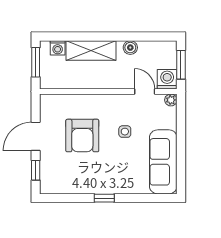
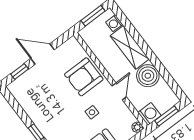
boiler: (130, 48) -> (148, 76), width x1.86, depth x1.86
door: (145, 91) -> (119, 91), moved
armchair: (82, 136) -> (84, 77), moved

